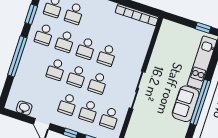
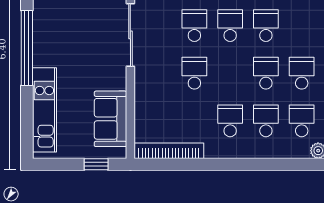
window: (203, 28) -> (96, 164), moved
school desk: (86, 48) -> (230, 121), moved
sofa: (186, 104) -> (111, 119), moved, turned 180

